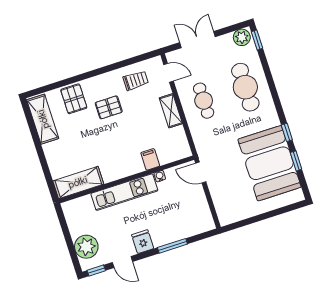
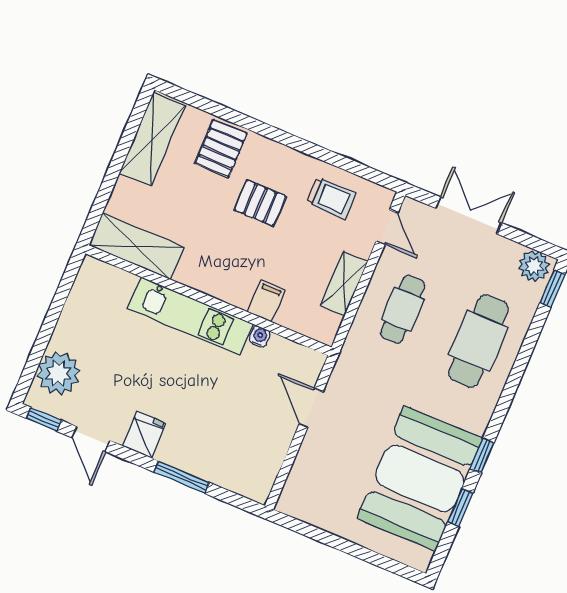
filing cabinet: (150, 159) -> (267, 301), moved
water cooler: (160, 176) -> (260, 336), moved
wall: (126, 179) -> (208, 300), moved
shelving: (78, 182) -> (136, 246), moved
kitchen unit: (124, 192) -> (190, 316), moved

